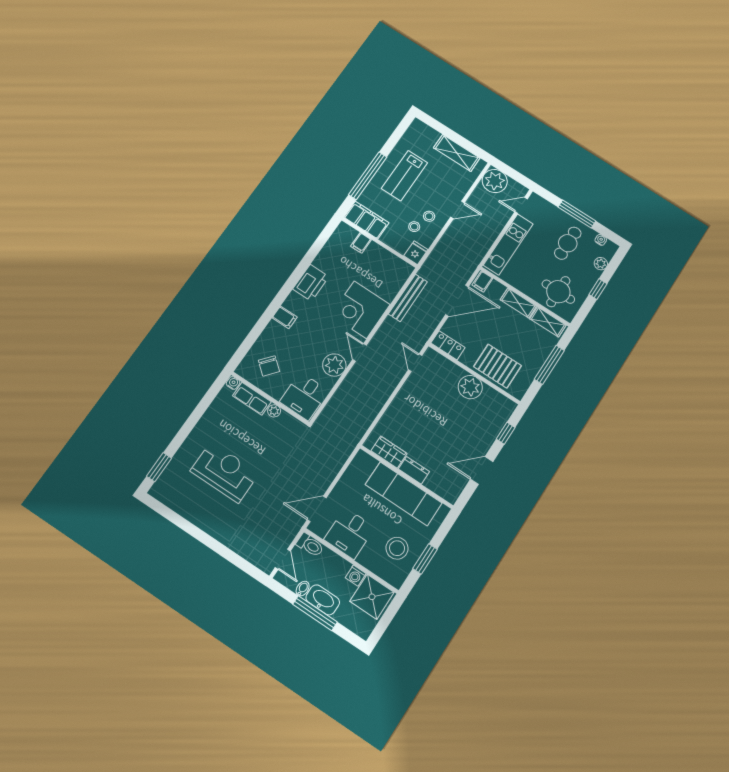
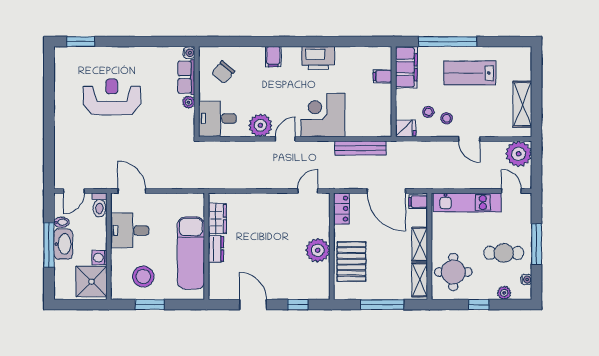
reception desk: (225, 472) -> (112, 97), turned -90

